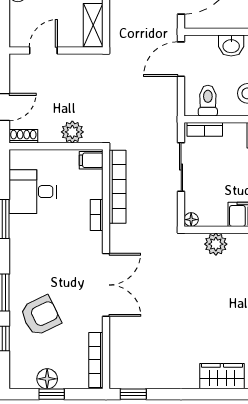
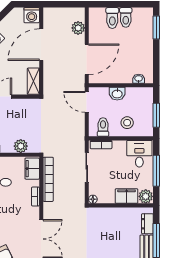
door: (181, 59) -> (87, 102), hinge flipped
filing cabinet: (91, 160) -> (32, 169), width x2.00
plant: (216, 244) -> (108, 214), removed

